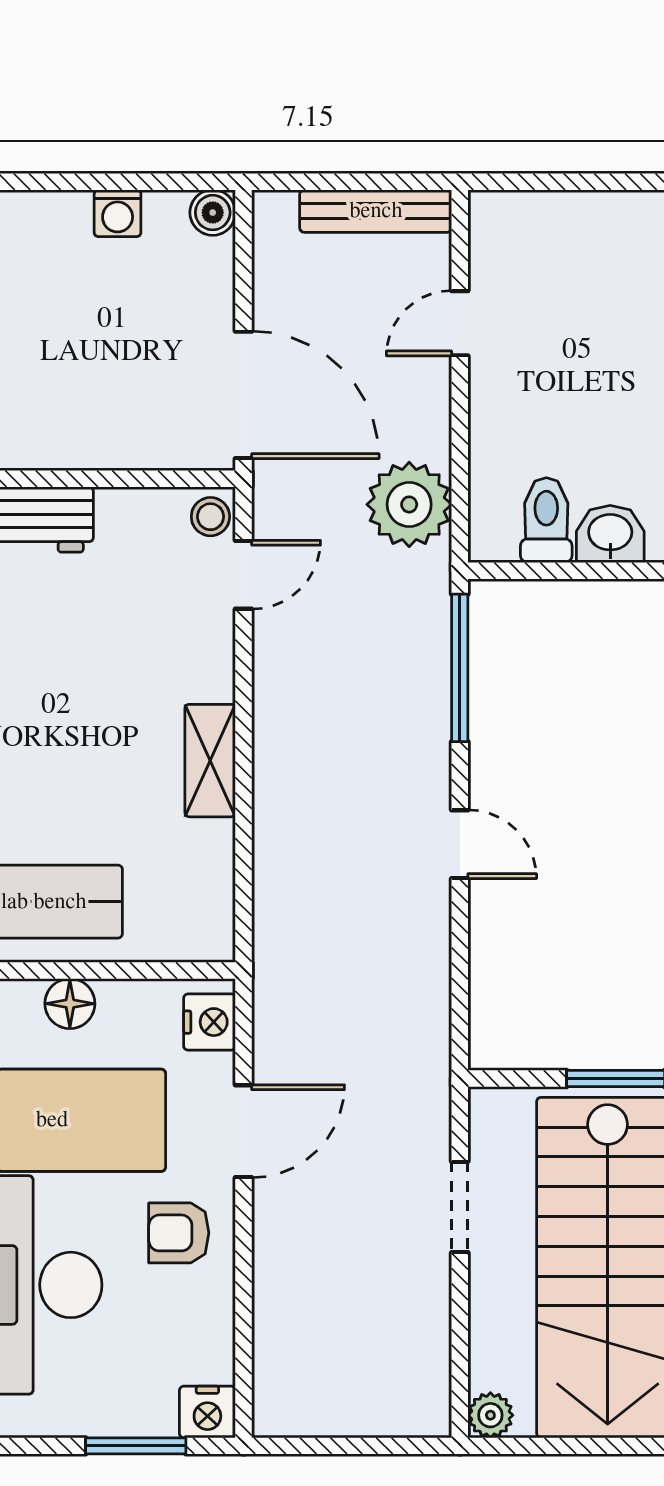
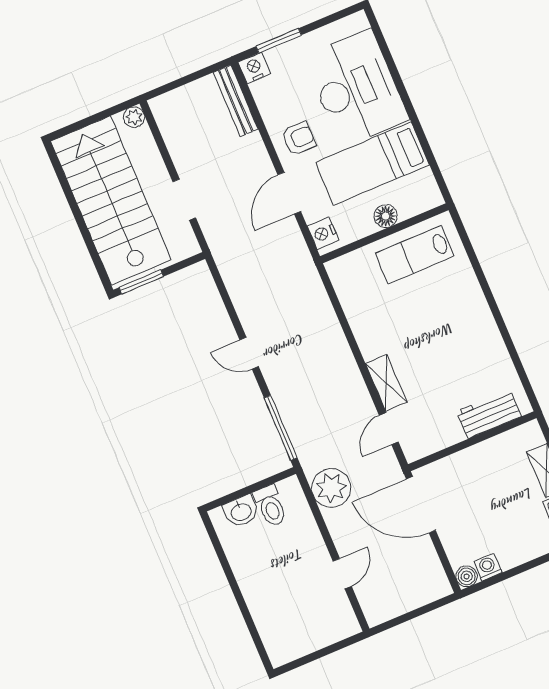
bench: (376, 211) -> (236, 101), moved, turned 90
washing machine: (118, 213) -> (488, 567), moved
stool: (210, 517) -> (413, 447), removed
shelving: (210, 761) -> (386, 383), moved

